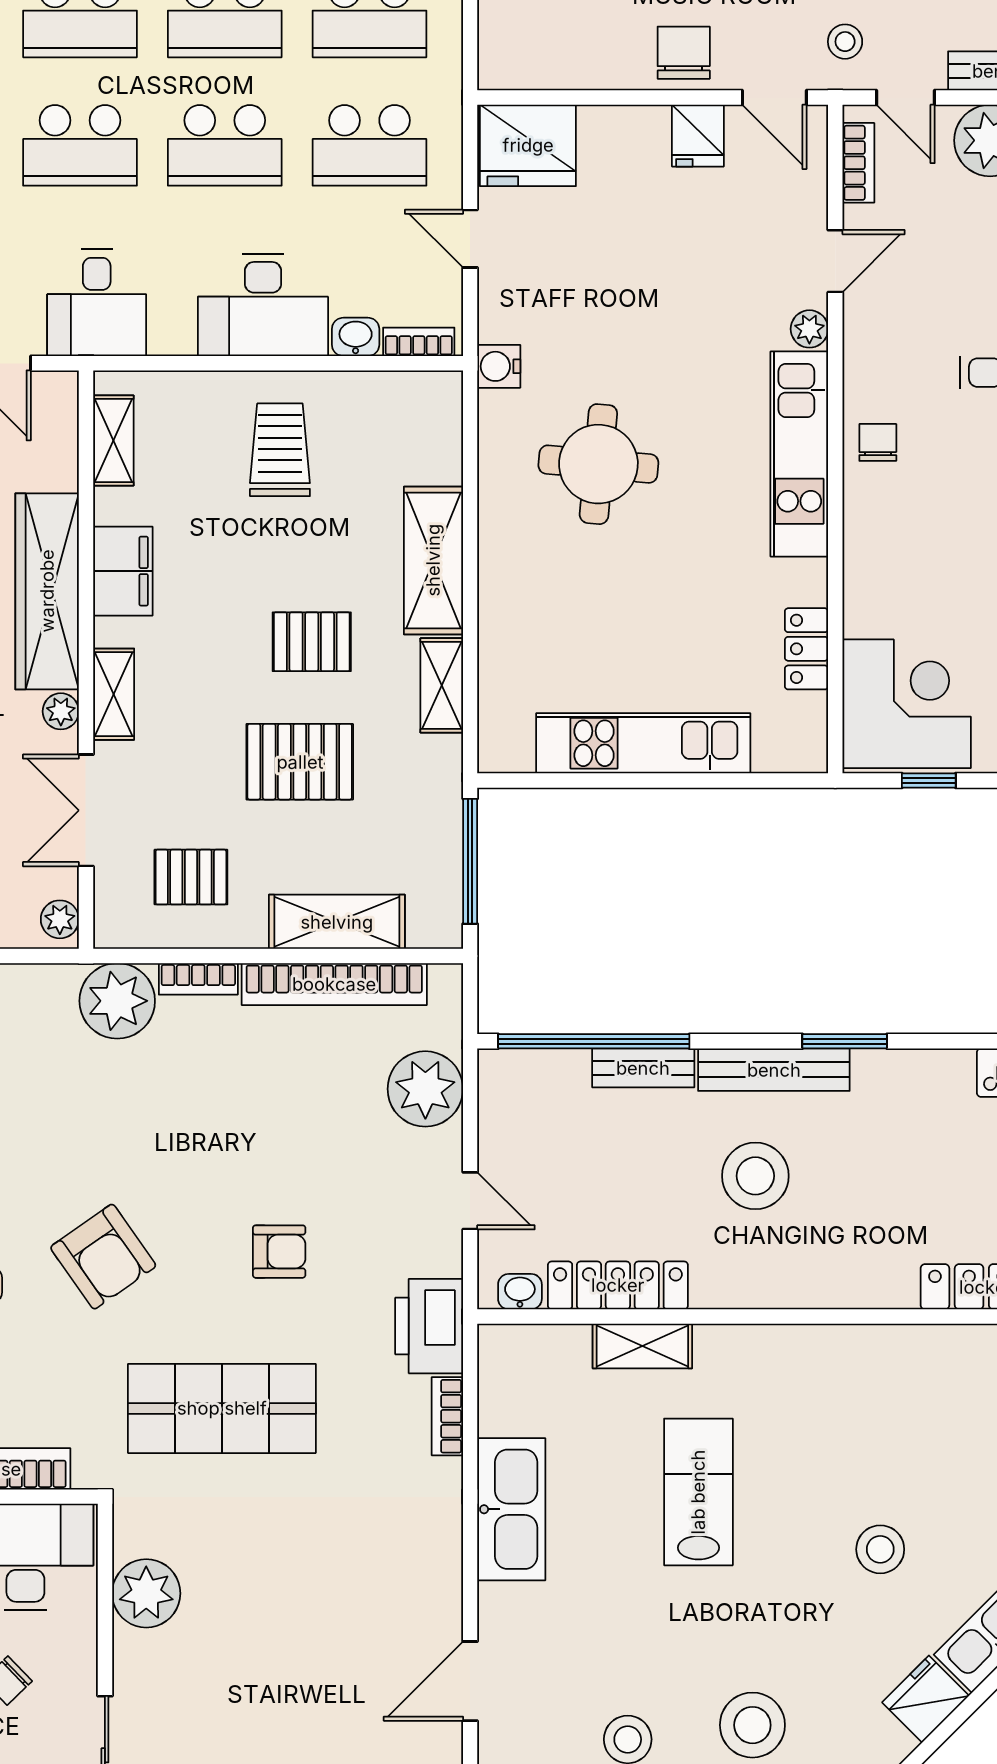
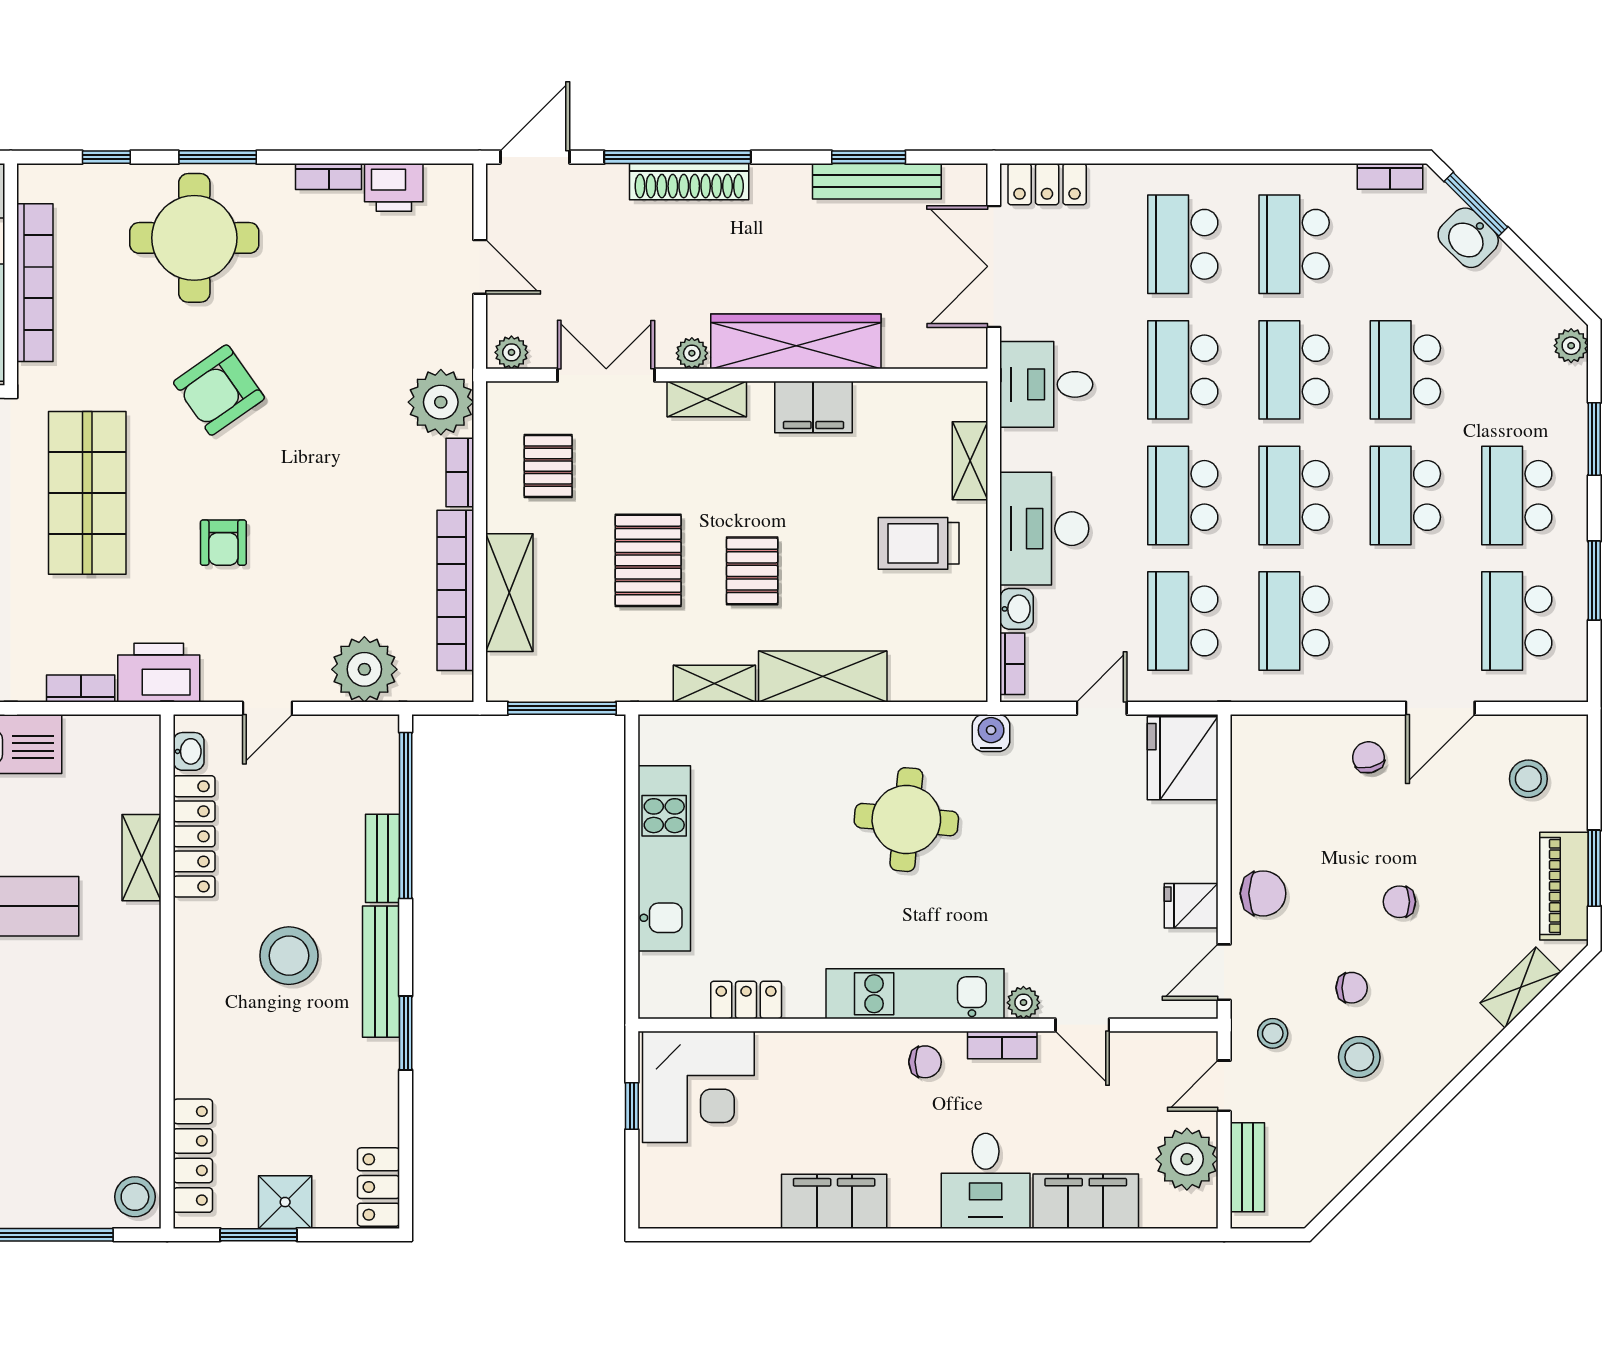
bookcase: (858, 163) -> (1002, 1045), moved
shelving: (113, 440) -> (970, 461), moved, turned 90
trolley: (280, 450) -> (919, 543), turned 180

